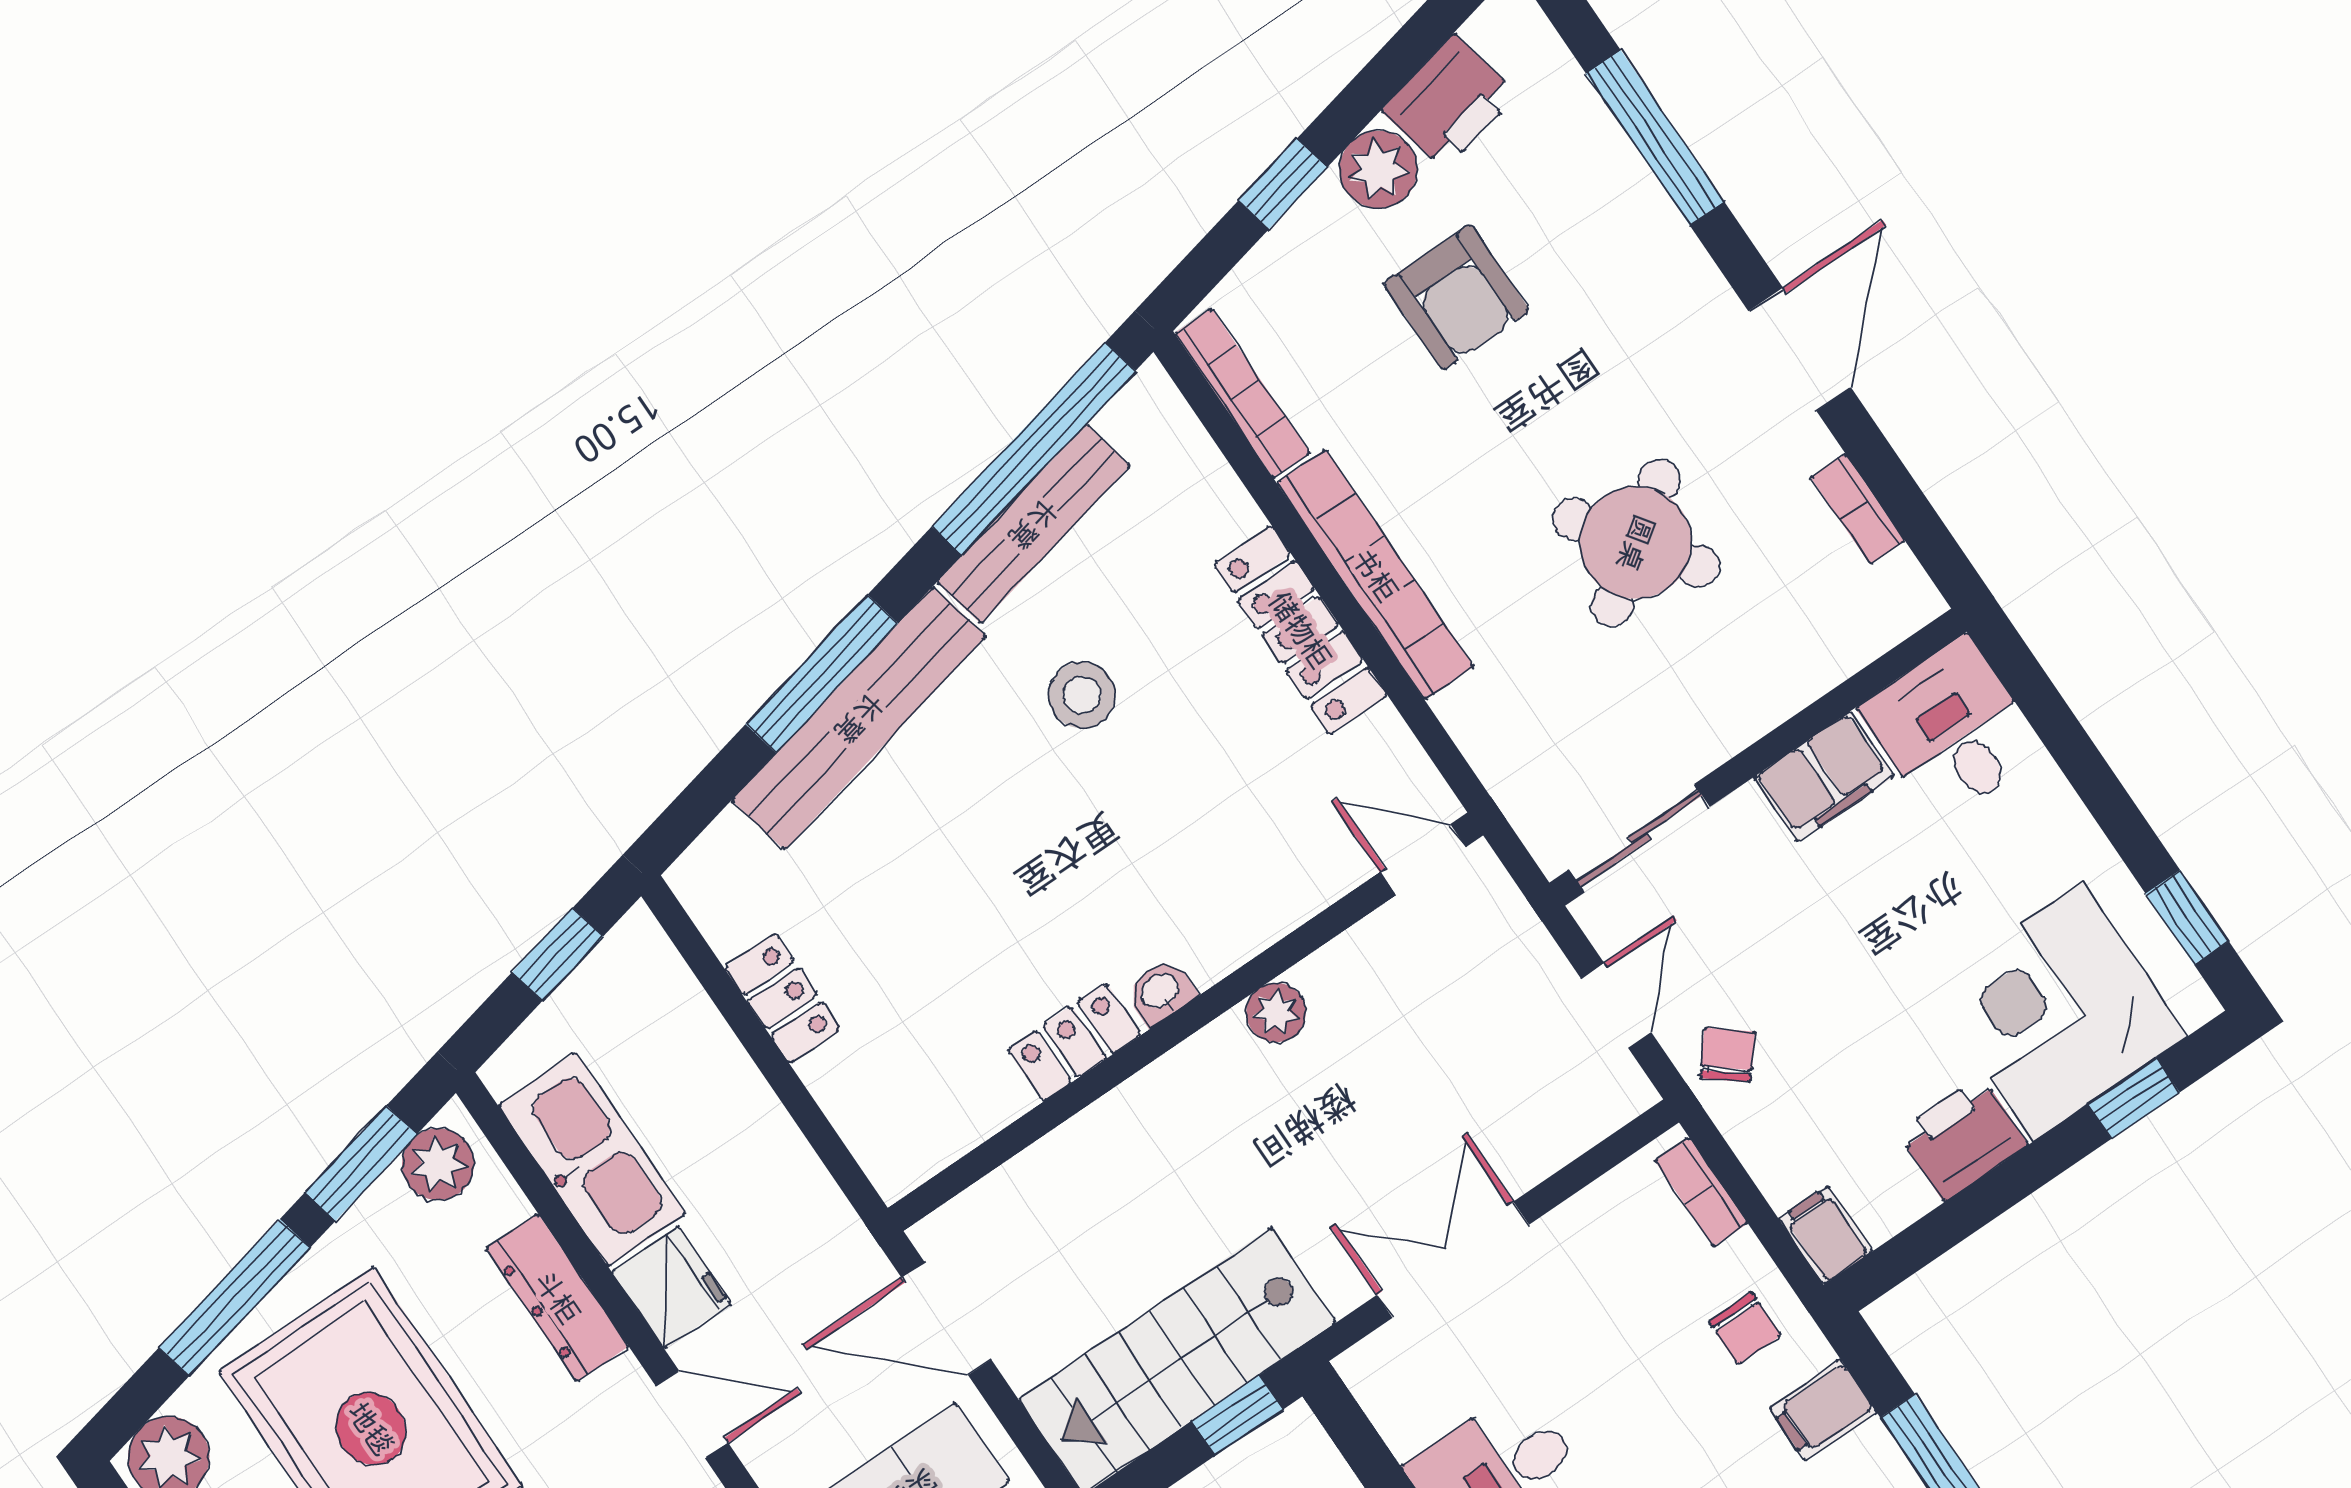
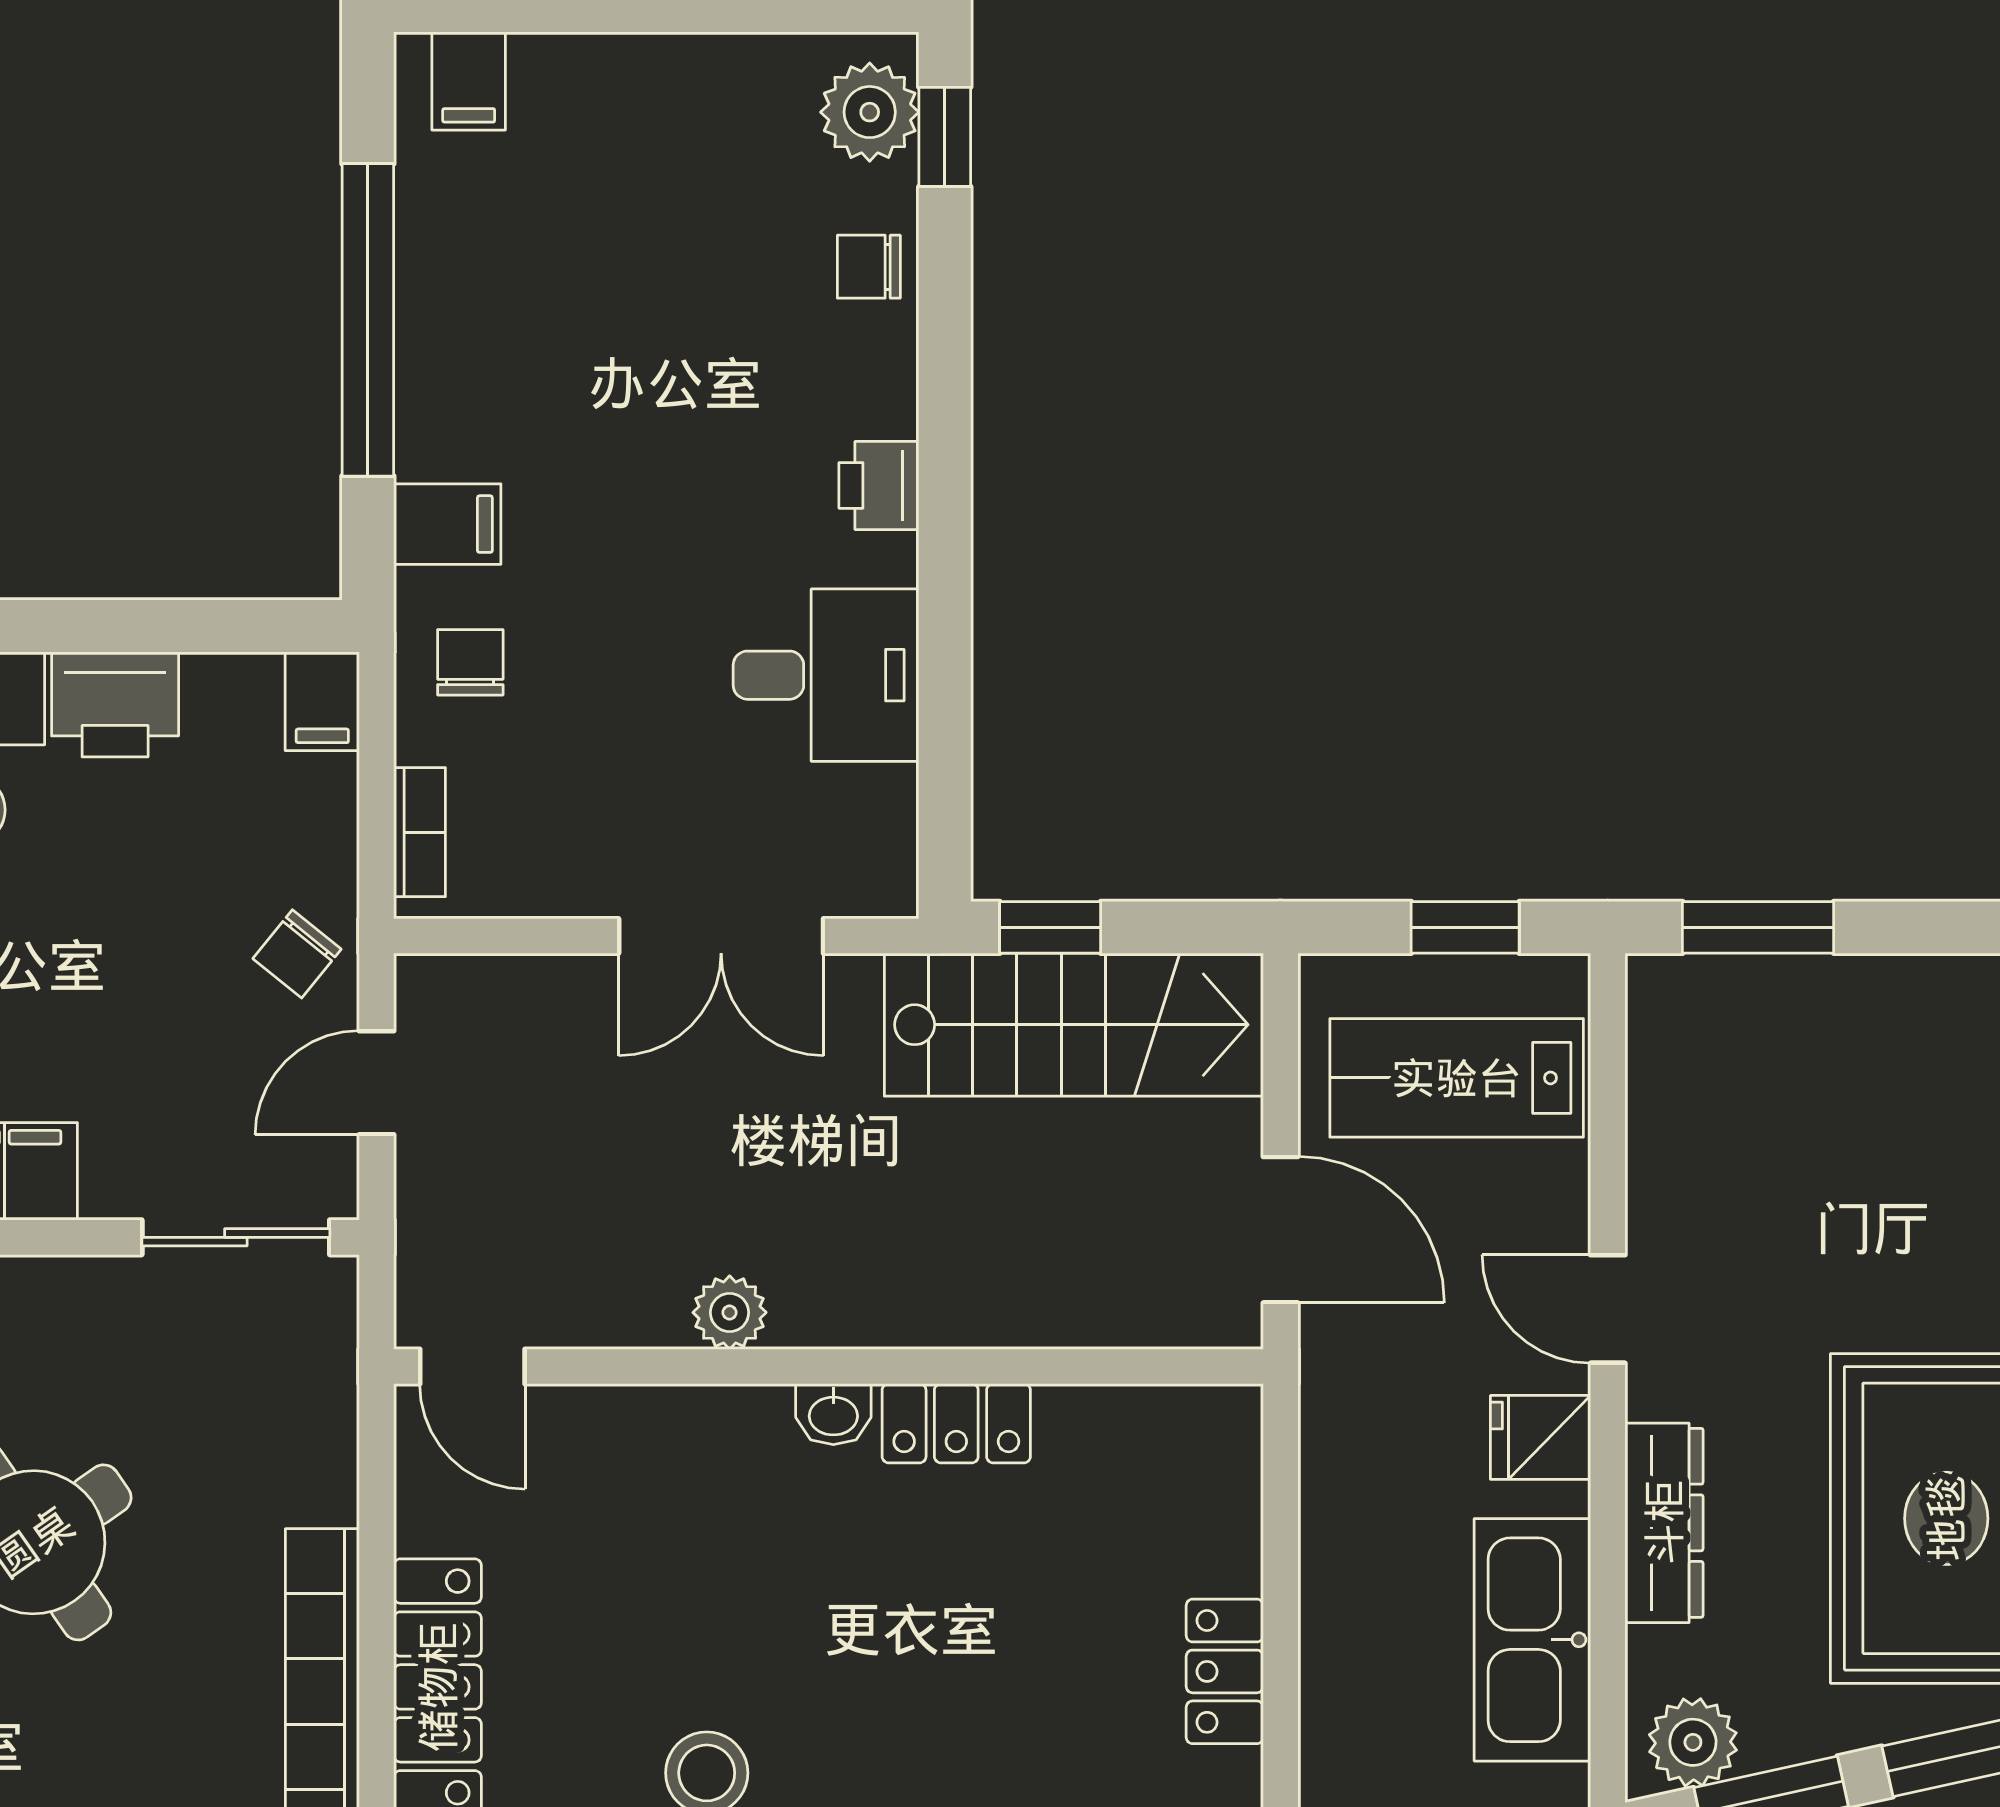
fridge: (671, 1287) -> (1540, 1437), width x0.72

